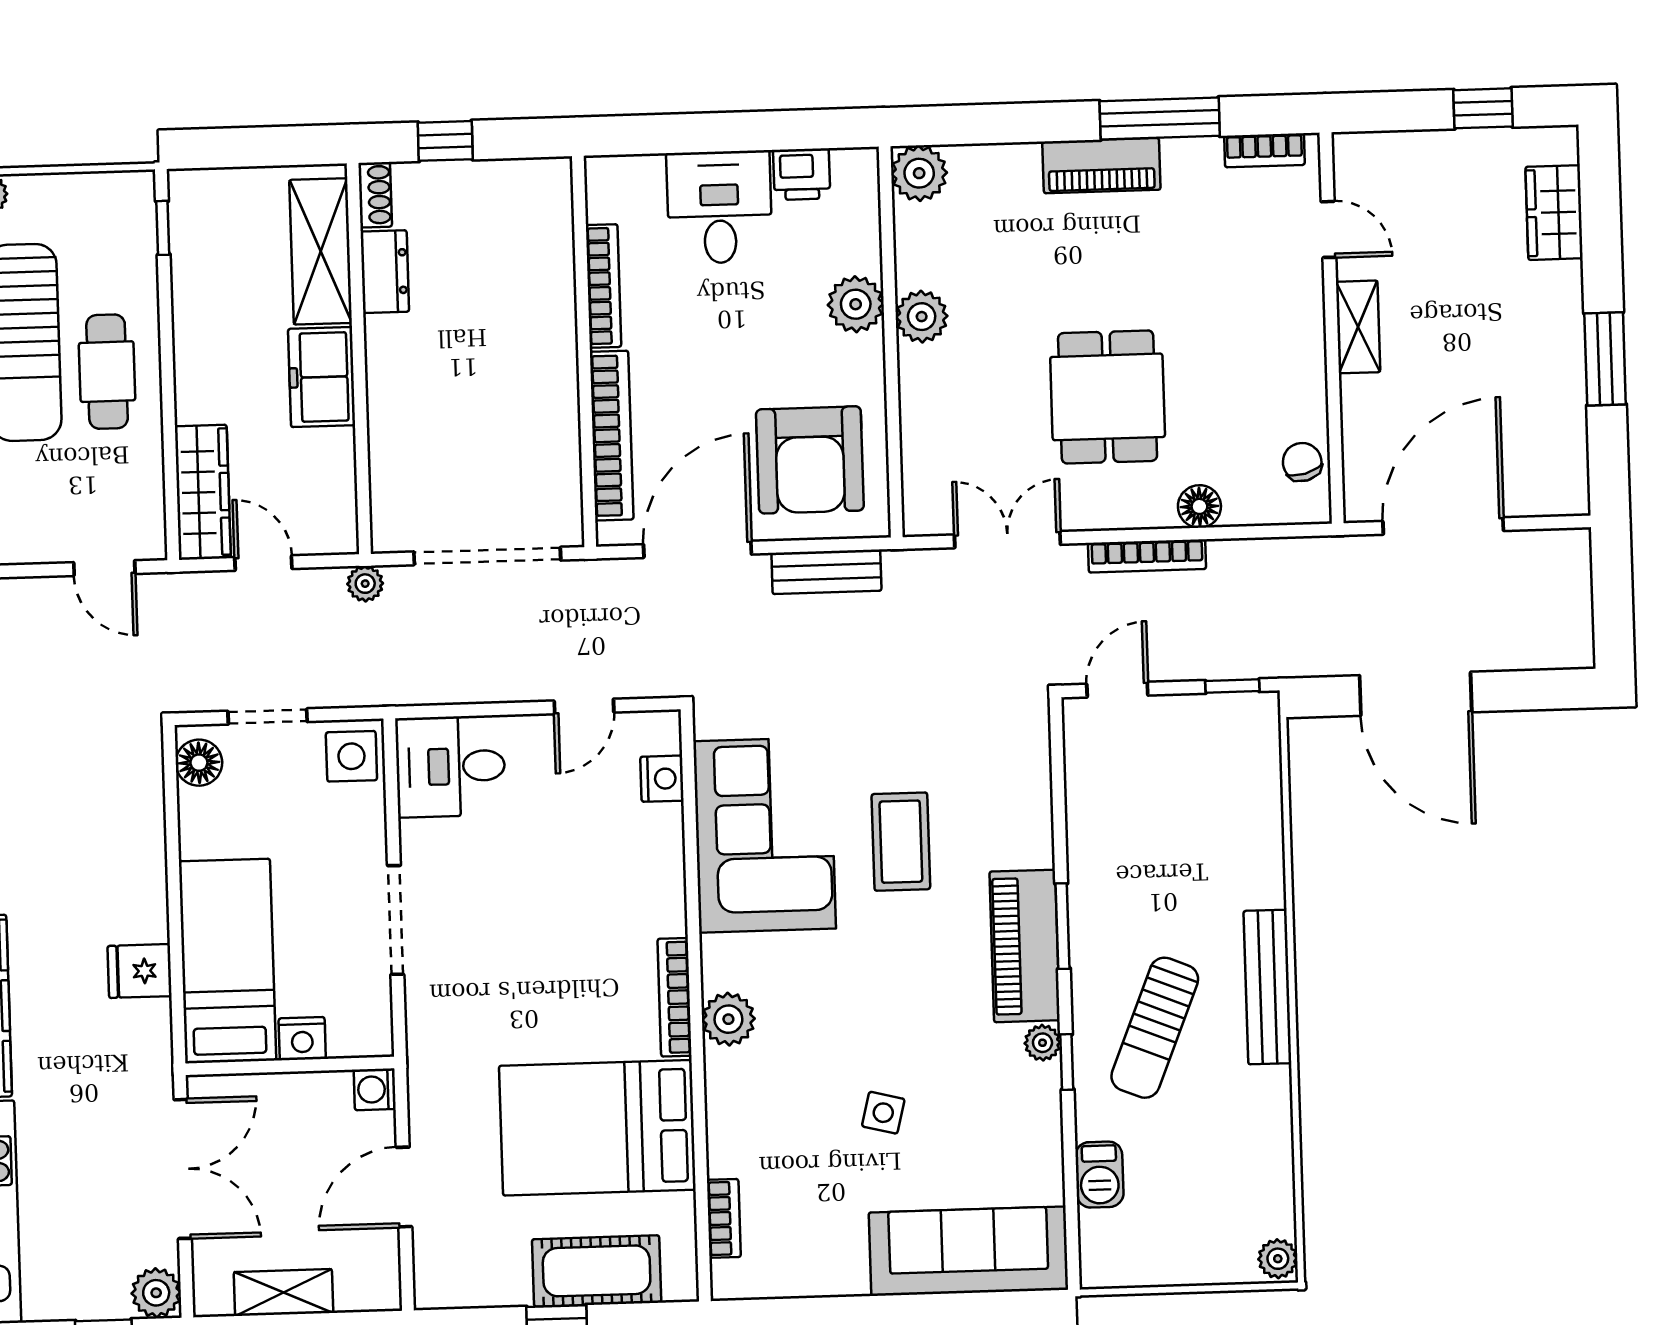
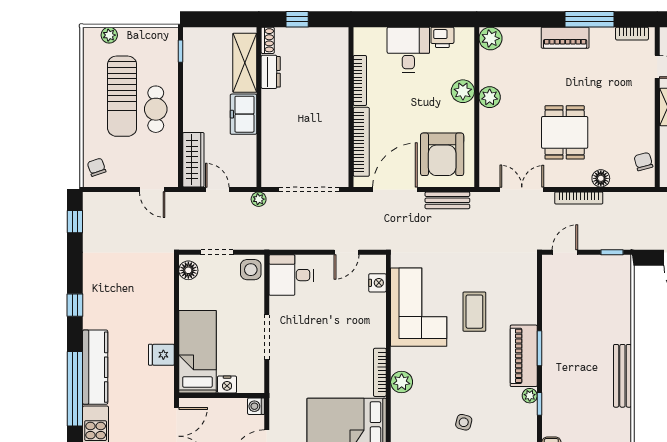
sun lounger: (1155, 1028) -> (576, 391), removed

